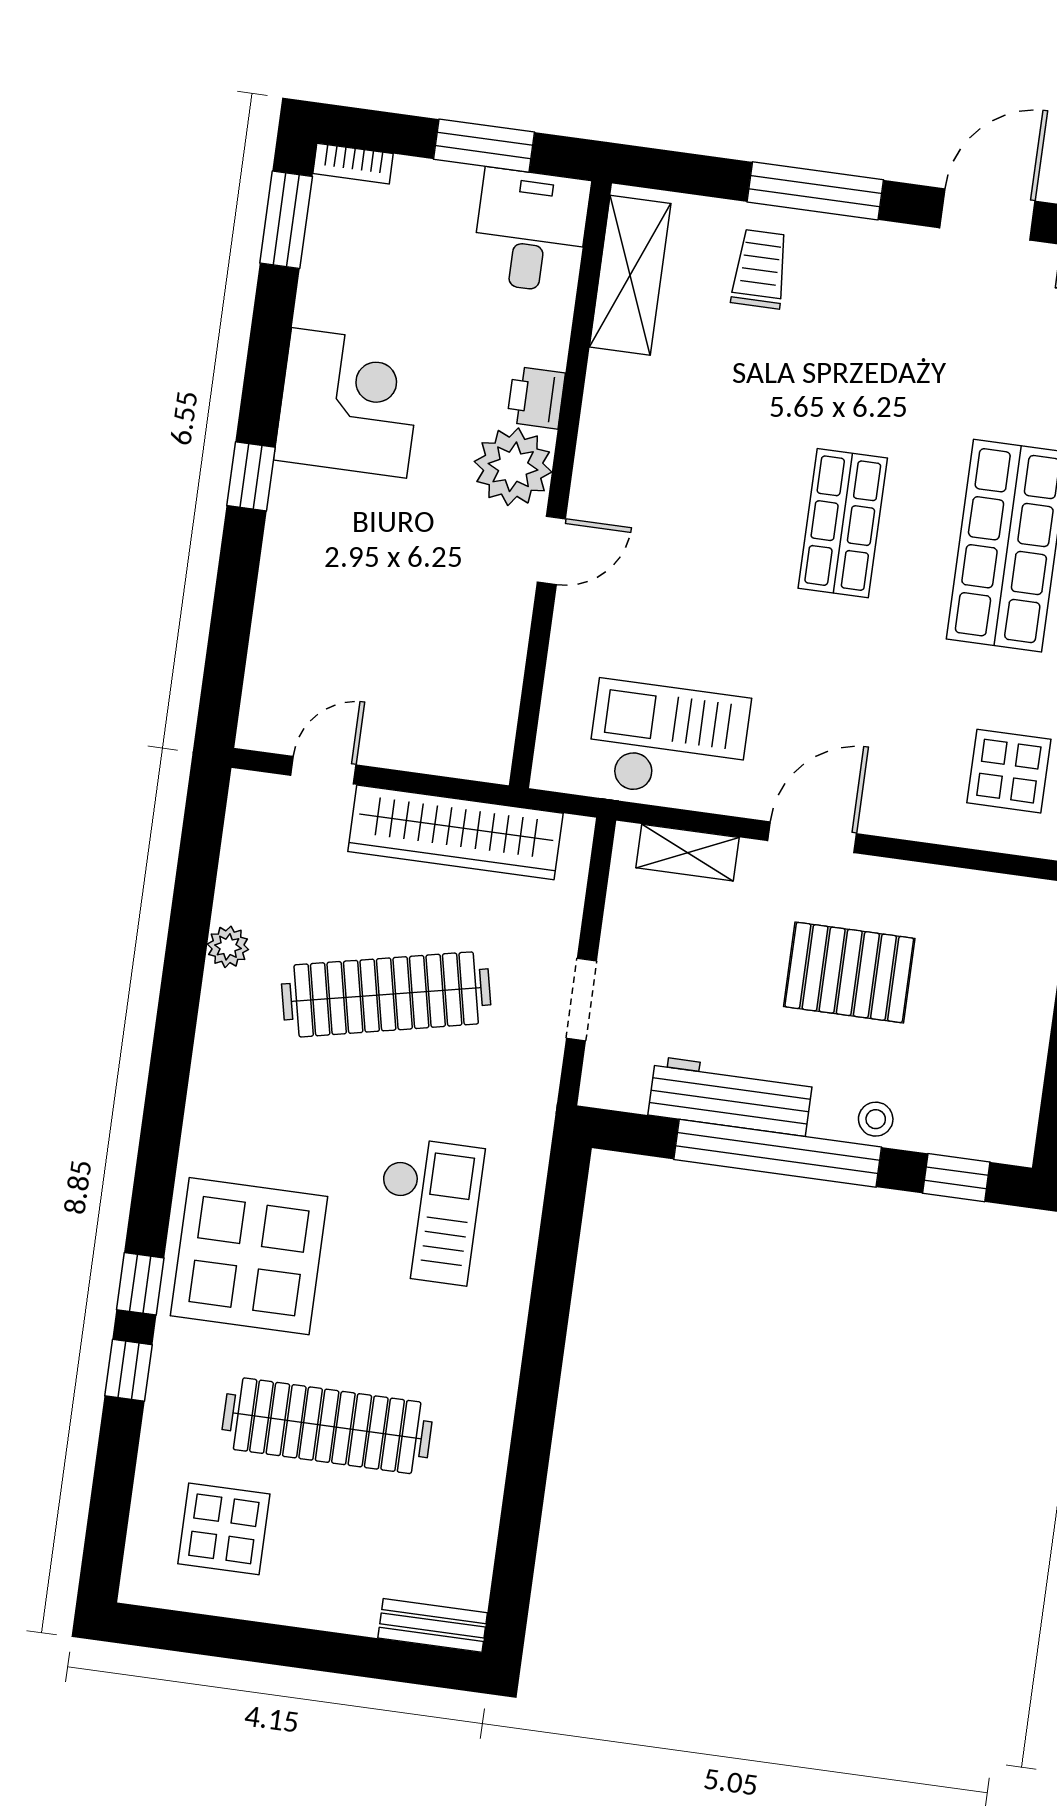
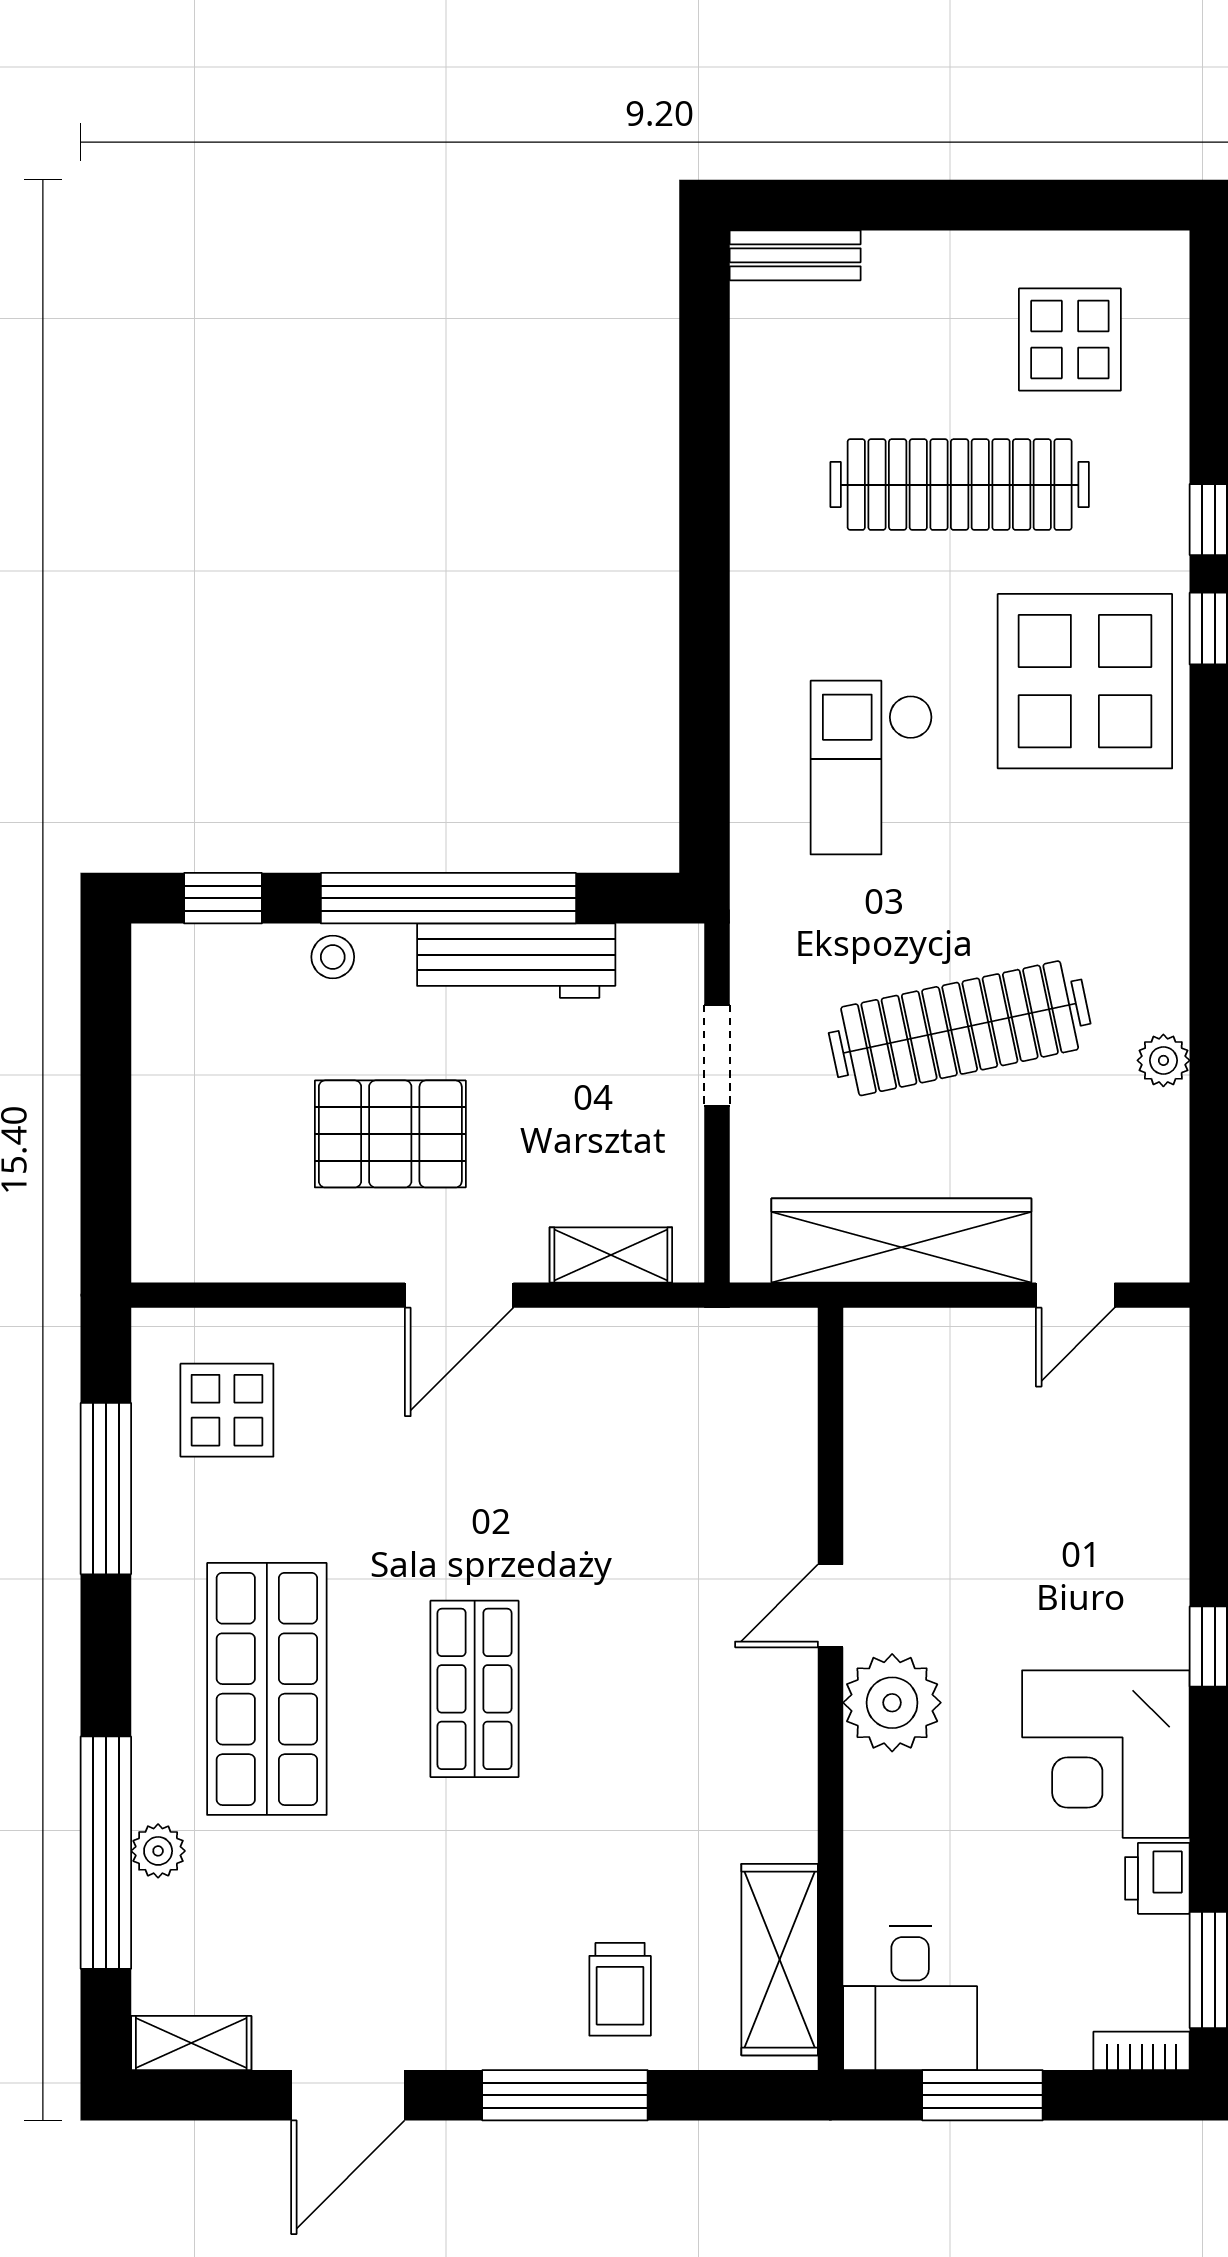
printer: (536, 398) -> (1157, 1878), moved, turned 180
checkout: (668, 741) -> (653, 1390), removed

